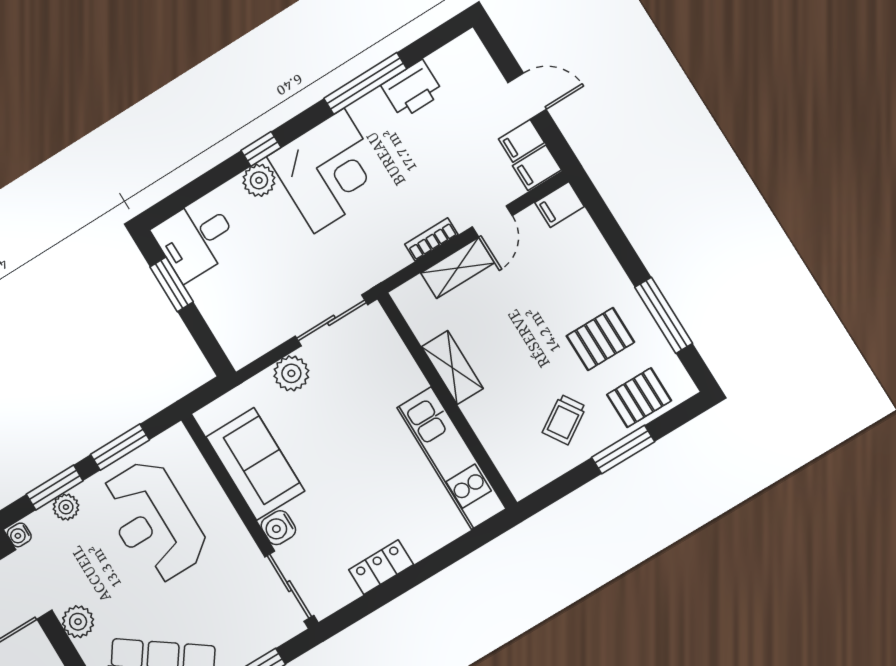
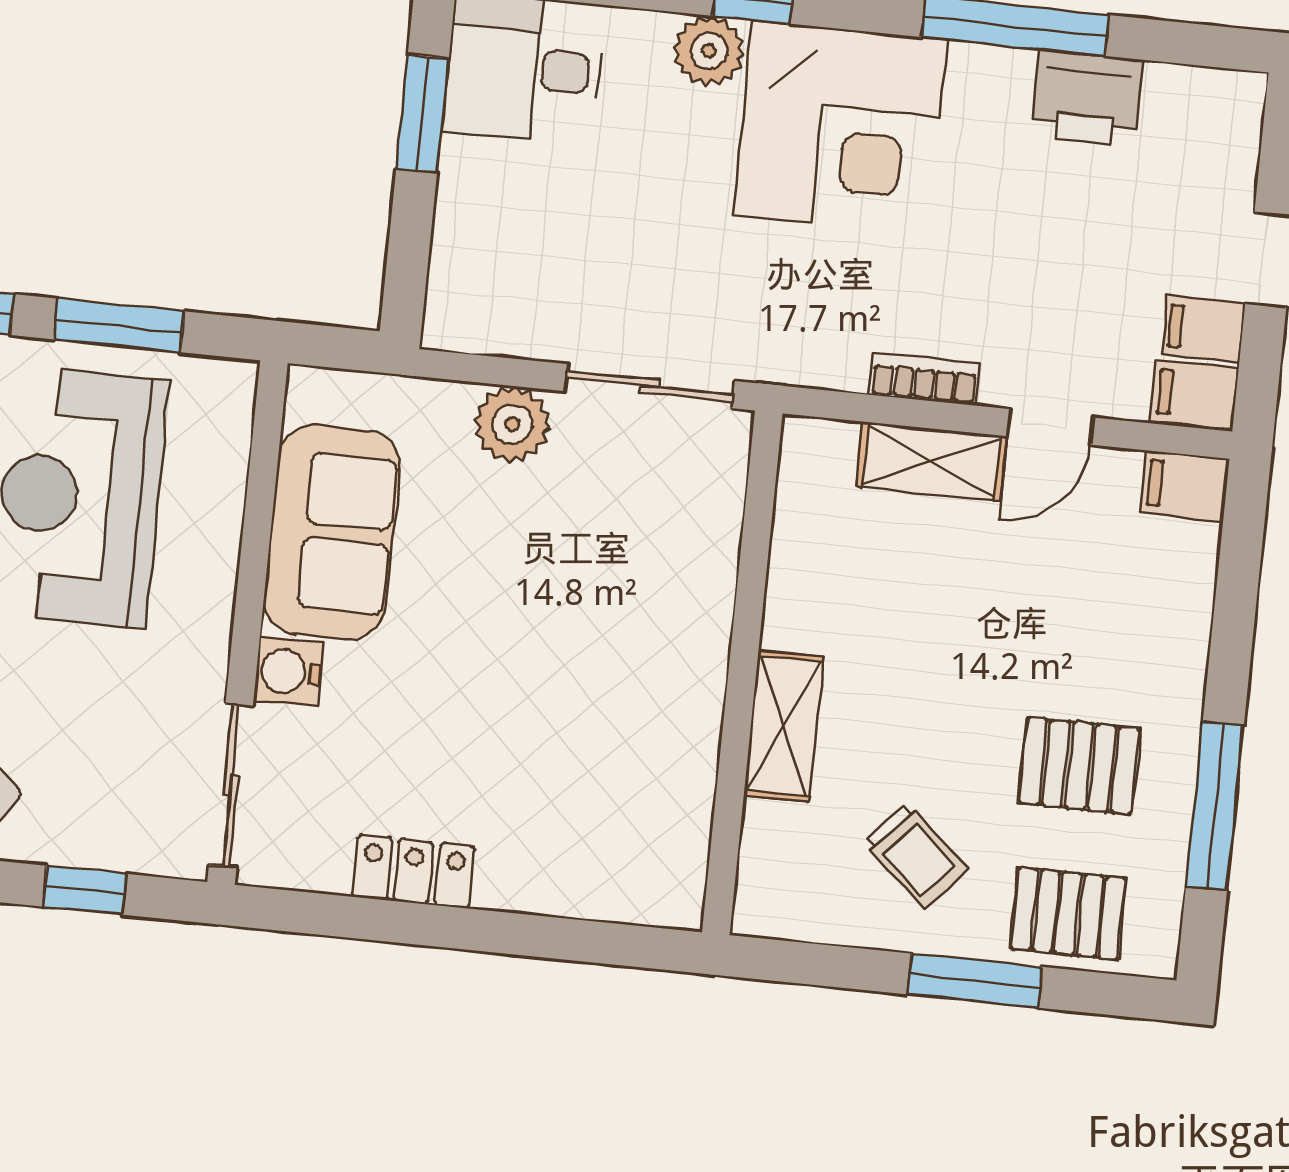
shelving: (452, 368) -> (783, 726), moved
trolley: (564, 420) -> (915, 855), turned -105
kitchen unit: (451, 458) -> (675, 776), removed

